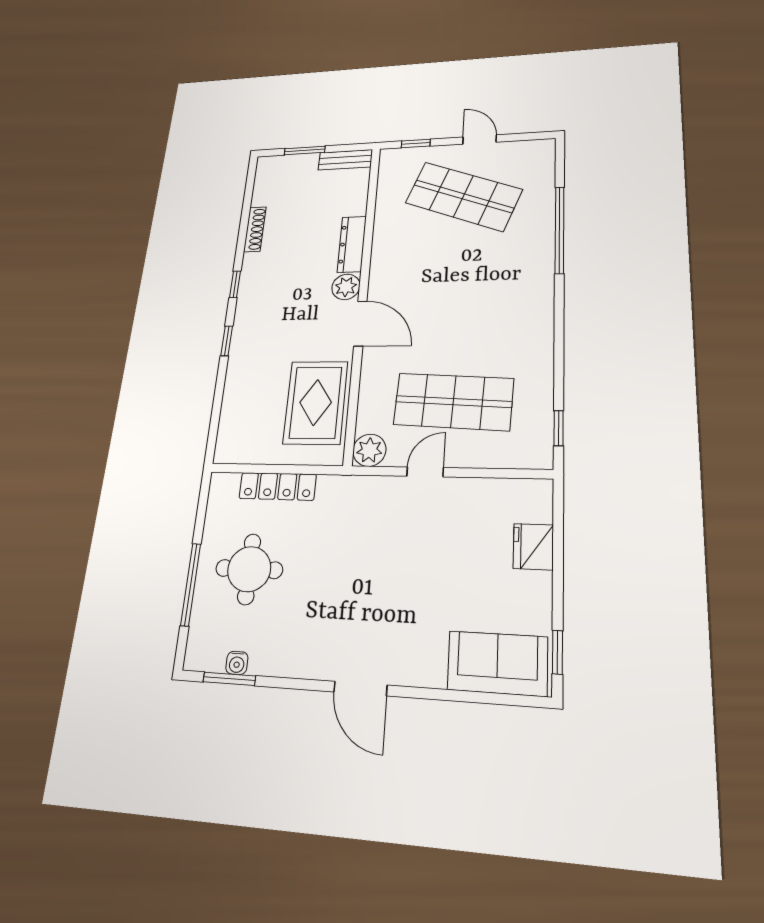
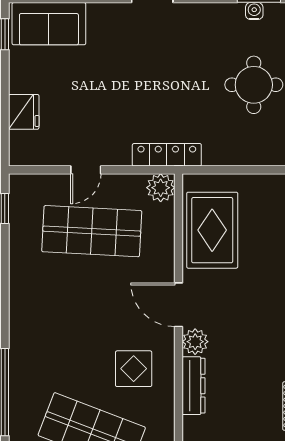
display table: (414, 258) -> (134, 369), added
door: (425, 472) -> (86, 170), moved
locker: (278, 486) -> (167, 155), moved

